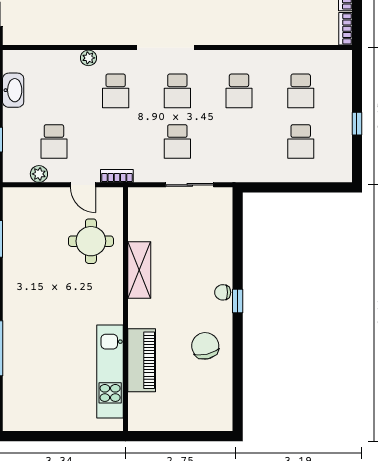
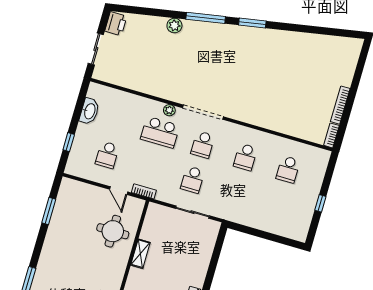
plant: (89, 58) -> (169, 110), moved
school desk: (116, 91) -> (160, 132), width x1.85
school desk: (301, 142) -> (278, 204), removed
plant: (39, 174) -> (90, 174), removed
shelving: (139, 270) -> (140, 254), width x0.67, depth x0.75

